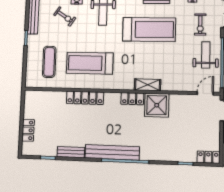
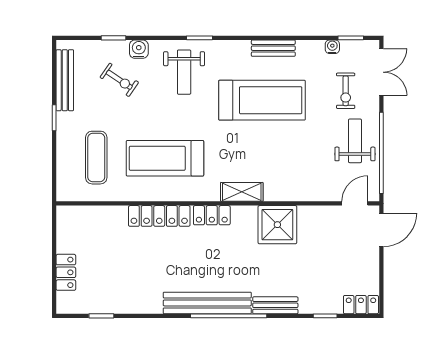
shelving: (148, 85) -> (242, 192), moved
locker: (132, 99) -> (212, 215), moved
bench: (71, 152) -> (275, 305), moved

